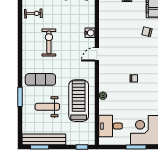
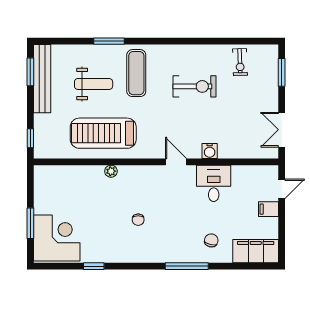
treadmill: (79, 101) -> (103, 133), turned 180
weight bench: (47, 107) -> (94, 84), turned 90
desk: (111, 126) -> (214, 183), moved

